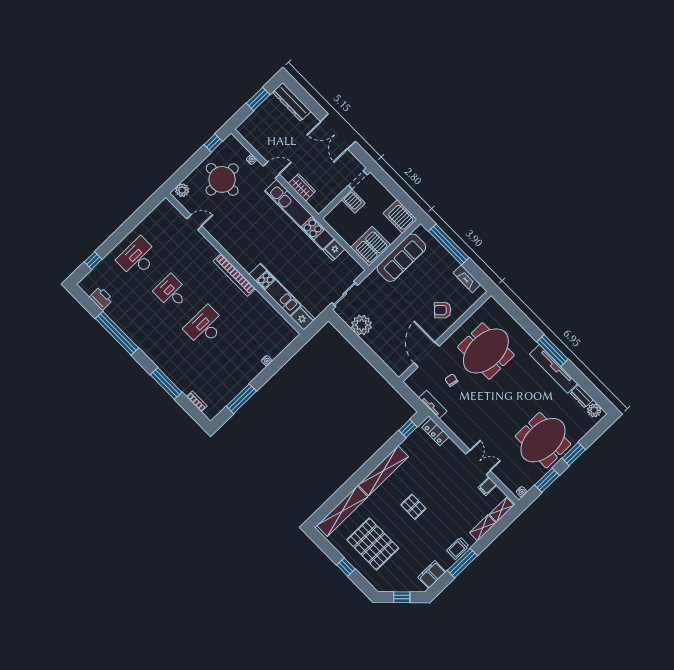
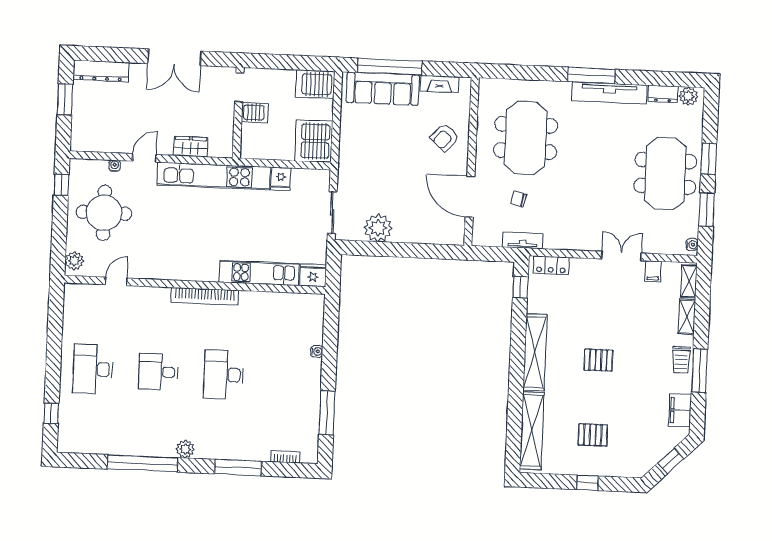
sofa: (401, 258) -> (383, 89), moved, turned 90
printer: (101, 298) -> (94, 443), removed
plant: (147, 347) -> (185, 449), added
pallet: (373, 544) -> (593, 435), width x0.49, depth x0.50

